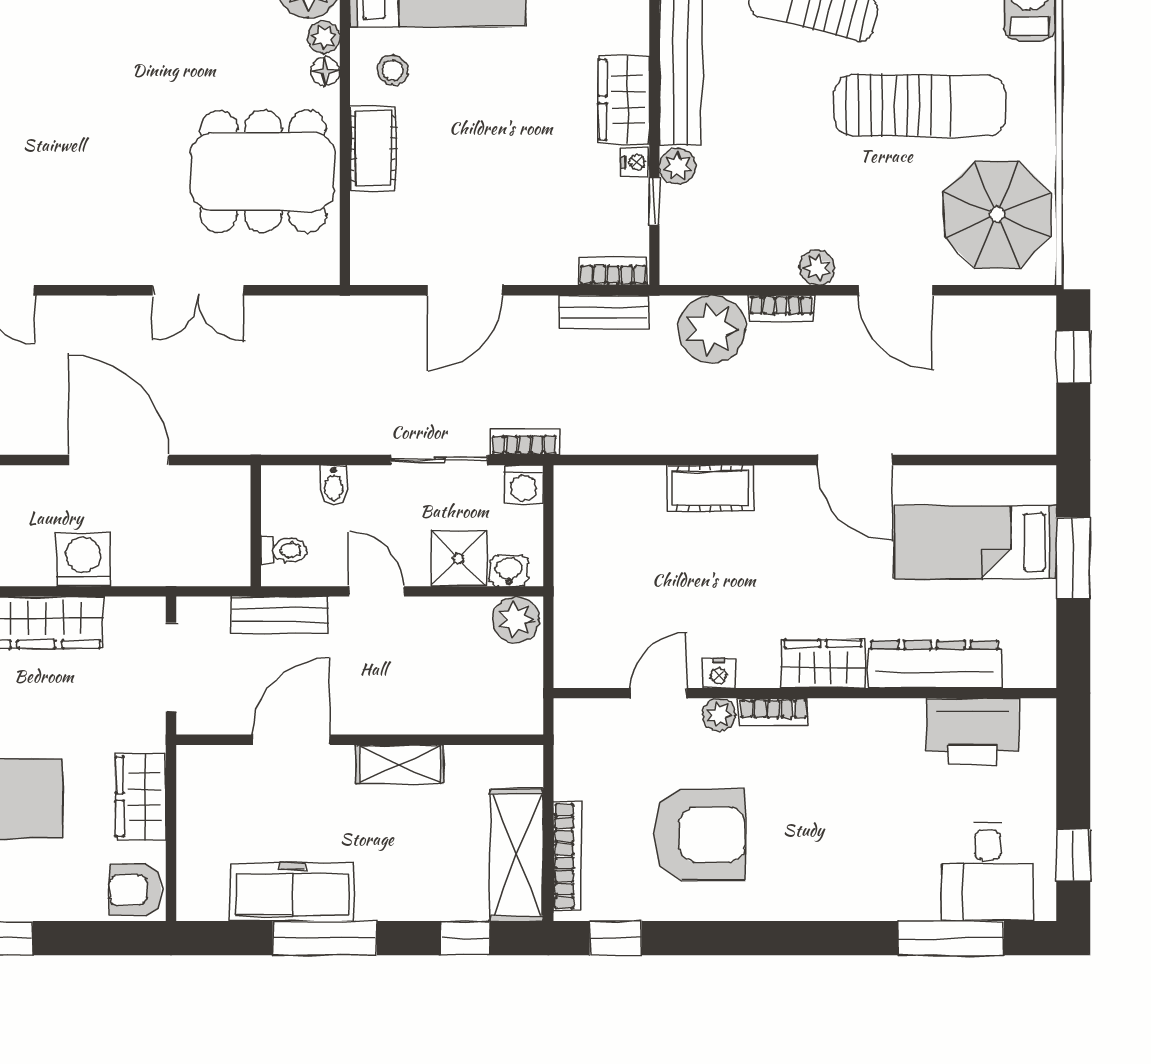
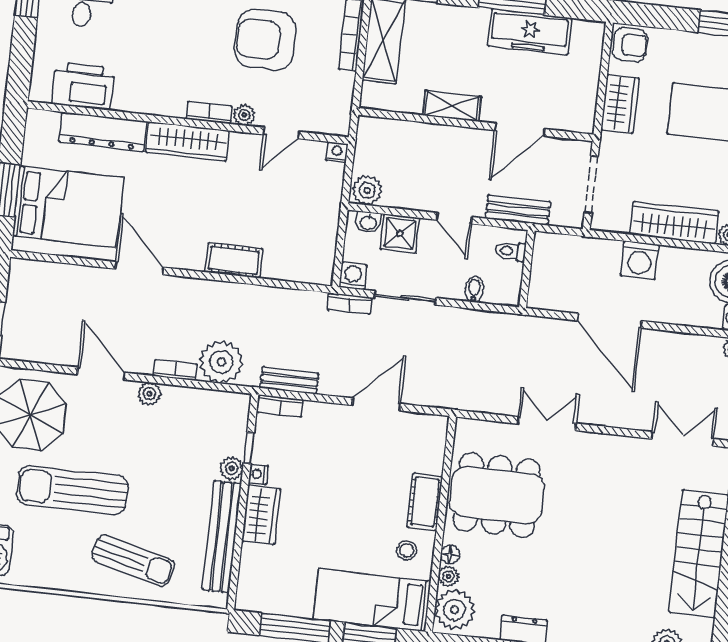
bed: (975, 542) -> (68, 207), width x1.50
wardrobe: (823, 664) -> (187, 141), width x1.50
nightstand: (719, 673) -> (337, 152), moved

